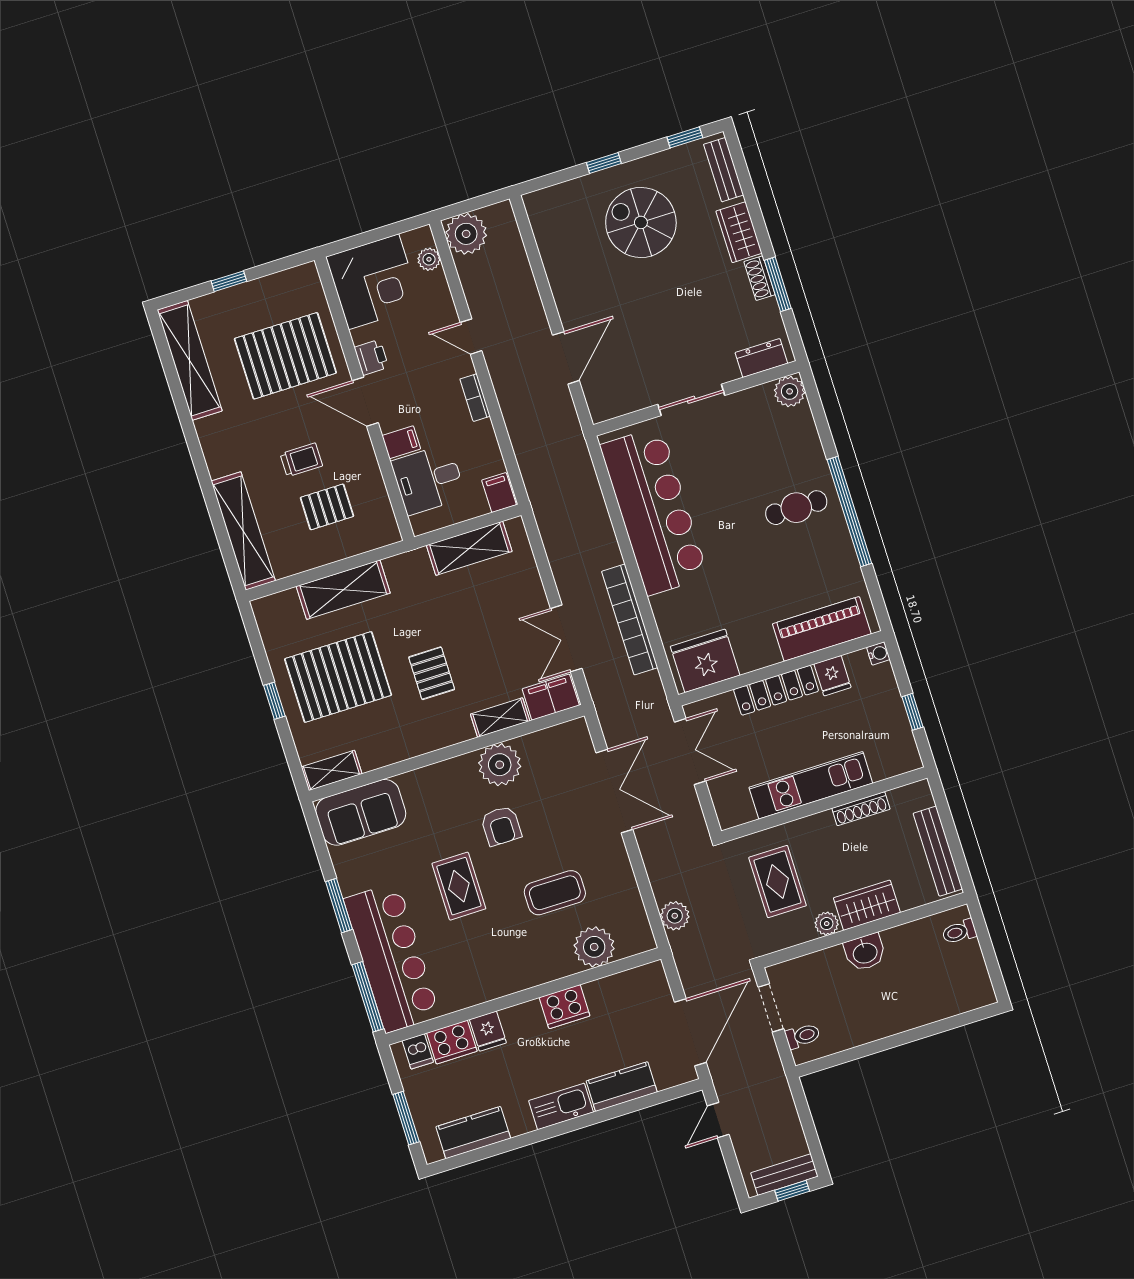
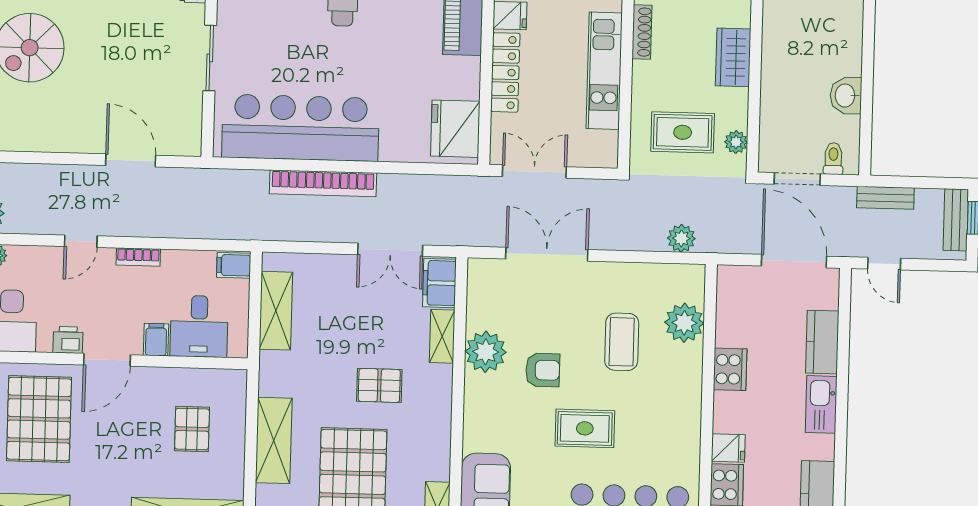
trolley: (301, 460) -> (140, 438), removed
bookcase: (630, 620) -> (323, 183), moved
plant: (827, 924) -> (736, 142), moved
washbasin: (865, 952) -> (846, 96), moved, turned 180
bench: (782, 1099) -> (885, 198), added

